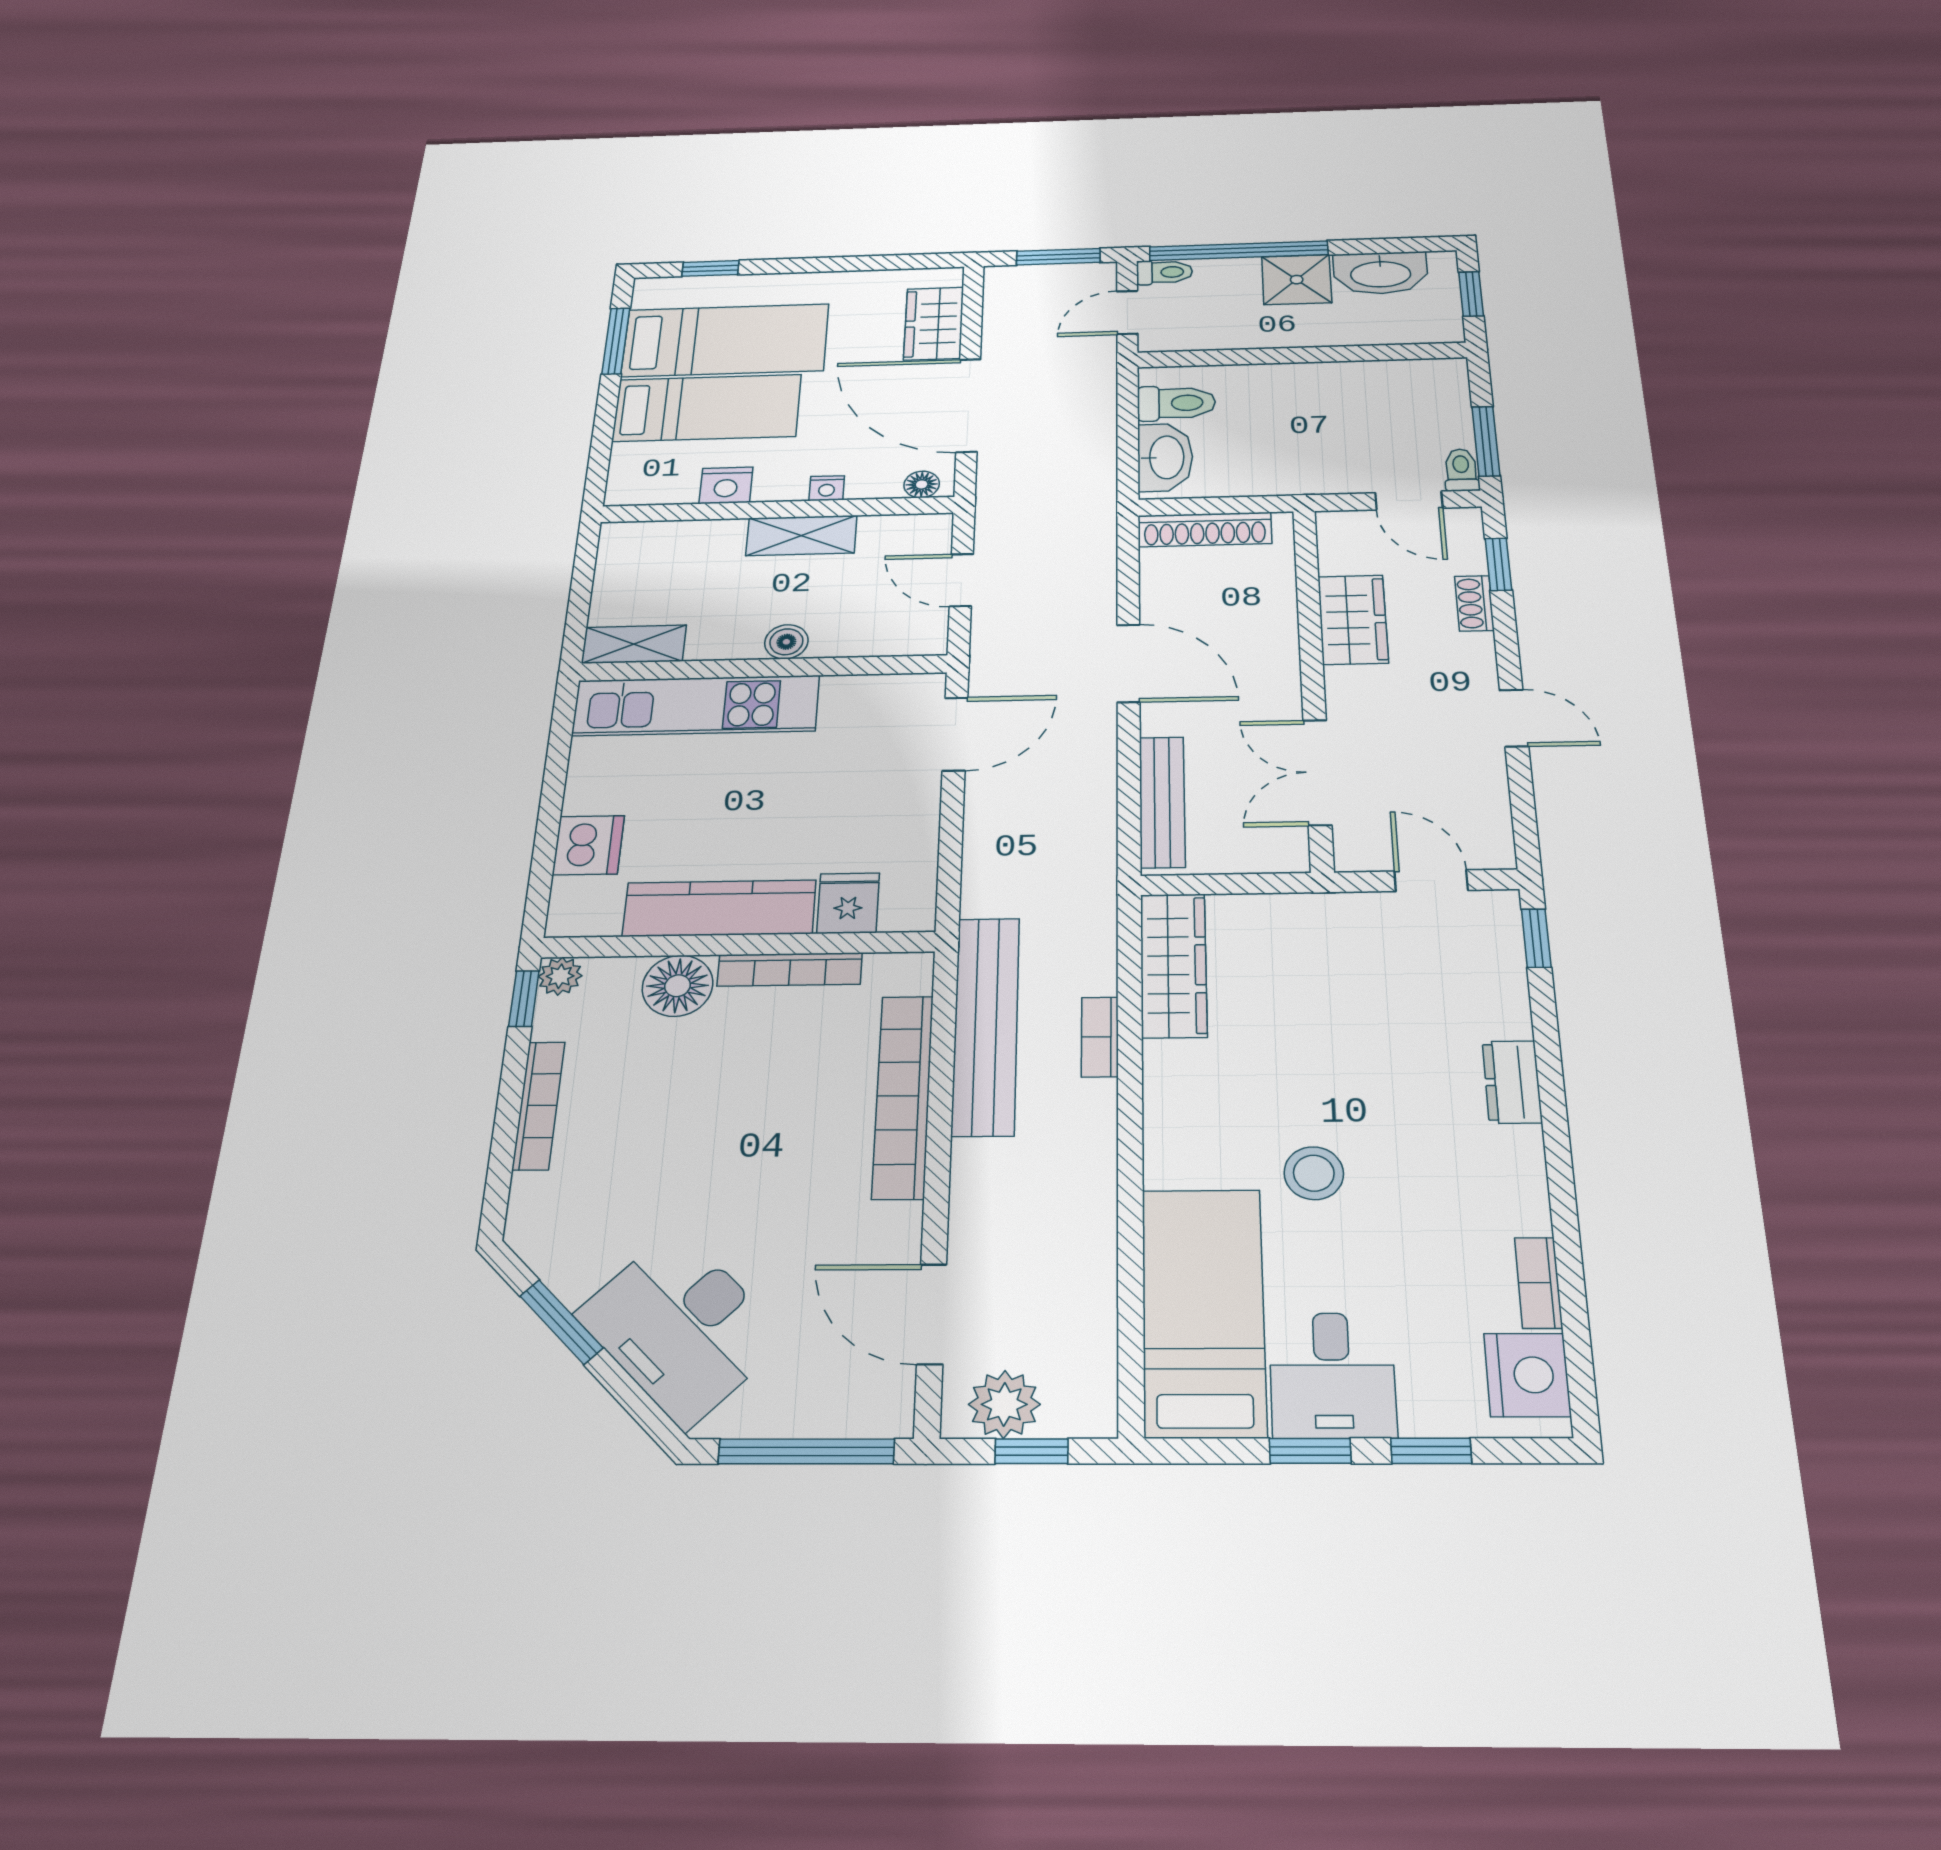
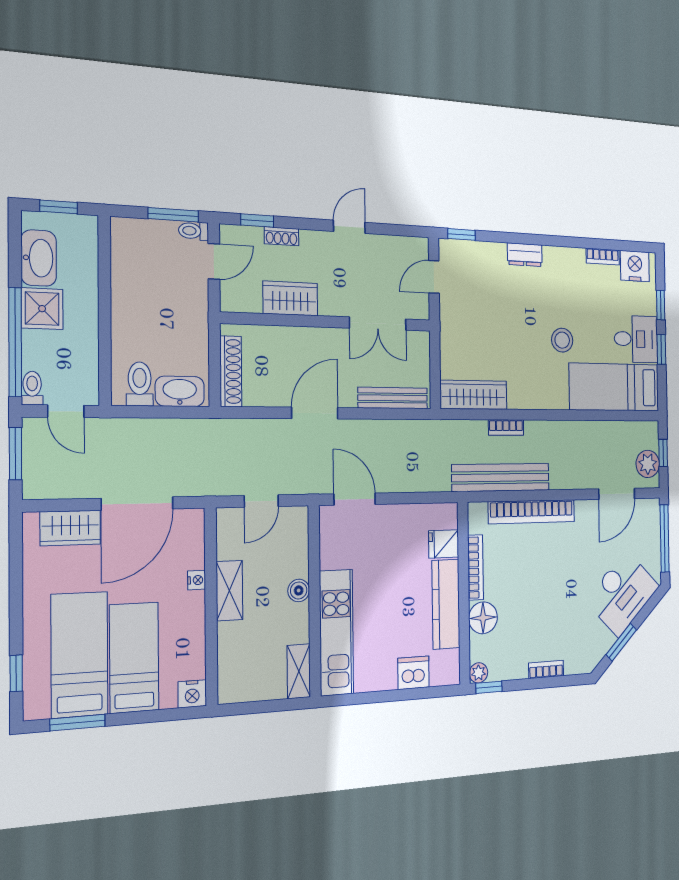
floor lamp: (922, 484) -> (195, 527), removed
nightstand: (726, 485) -> (192, 694), moved, turned 90
bookcase: (539, 1105) -> (546, 669), width x0.64

